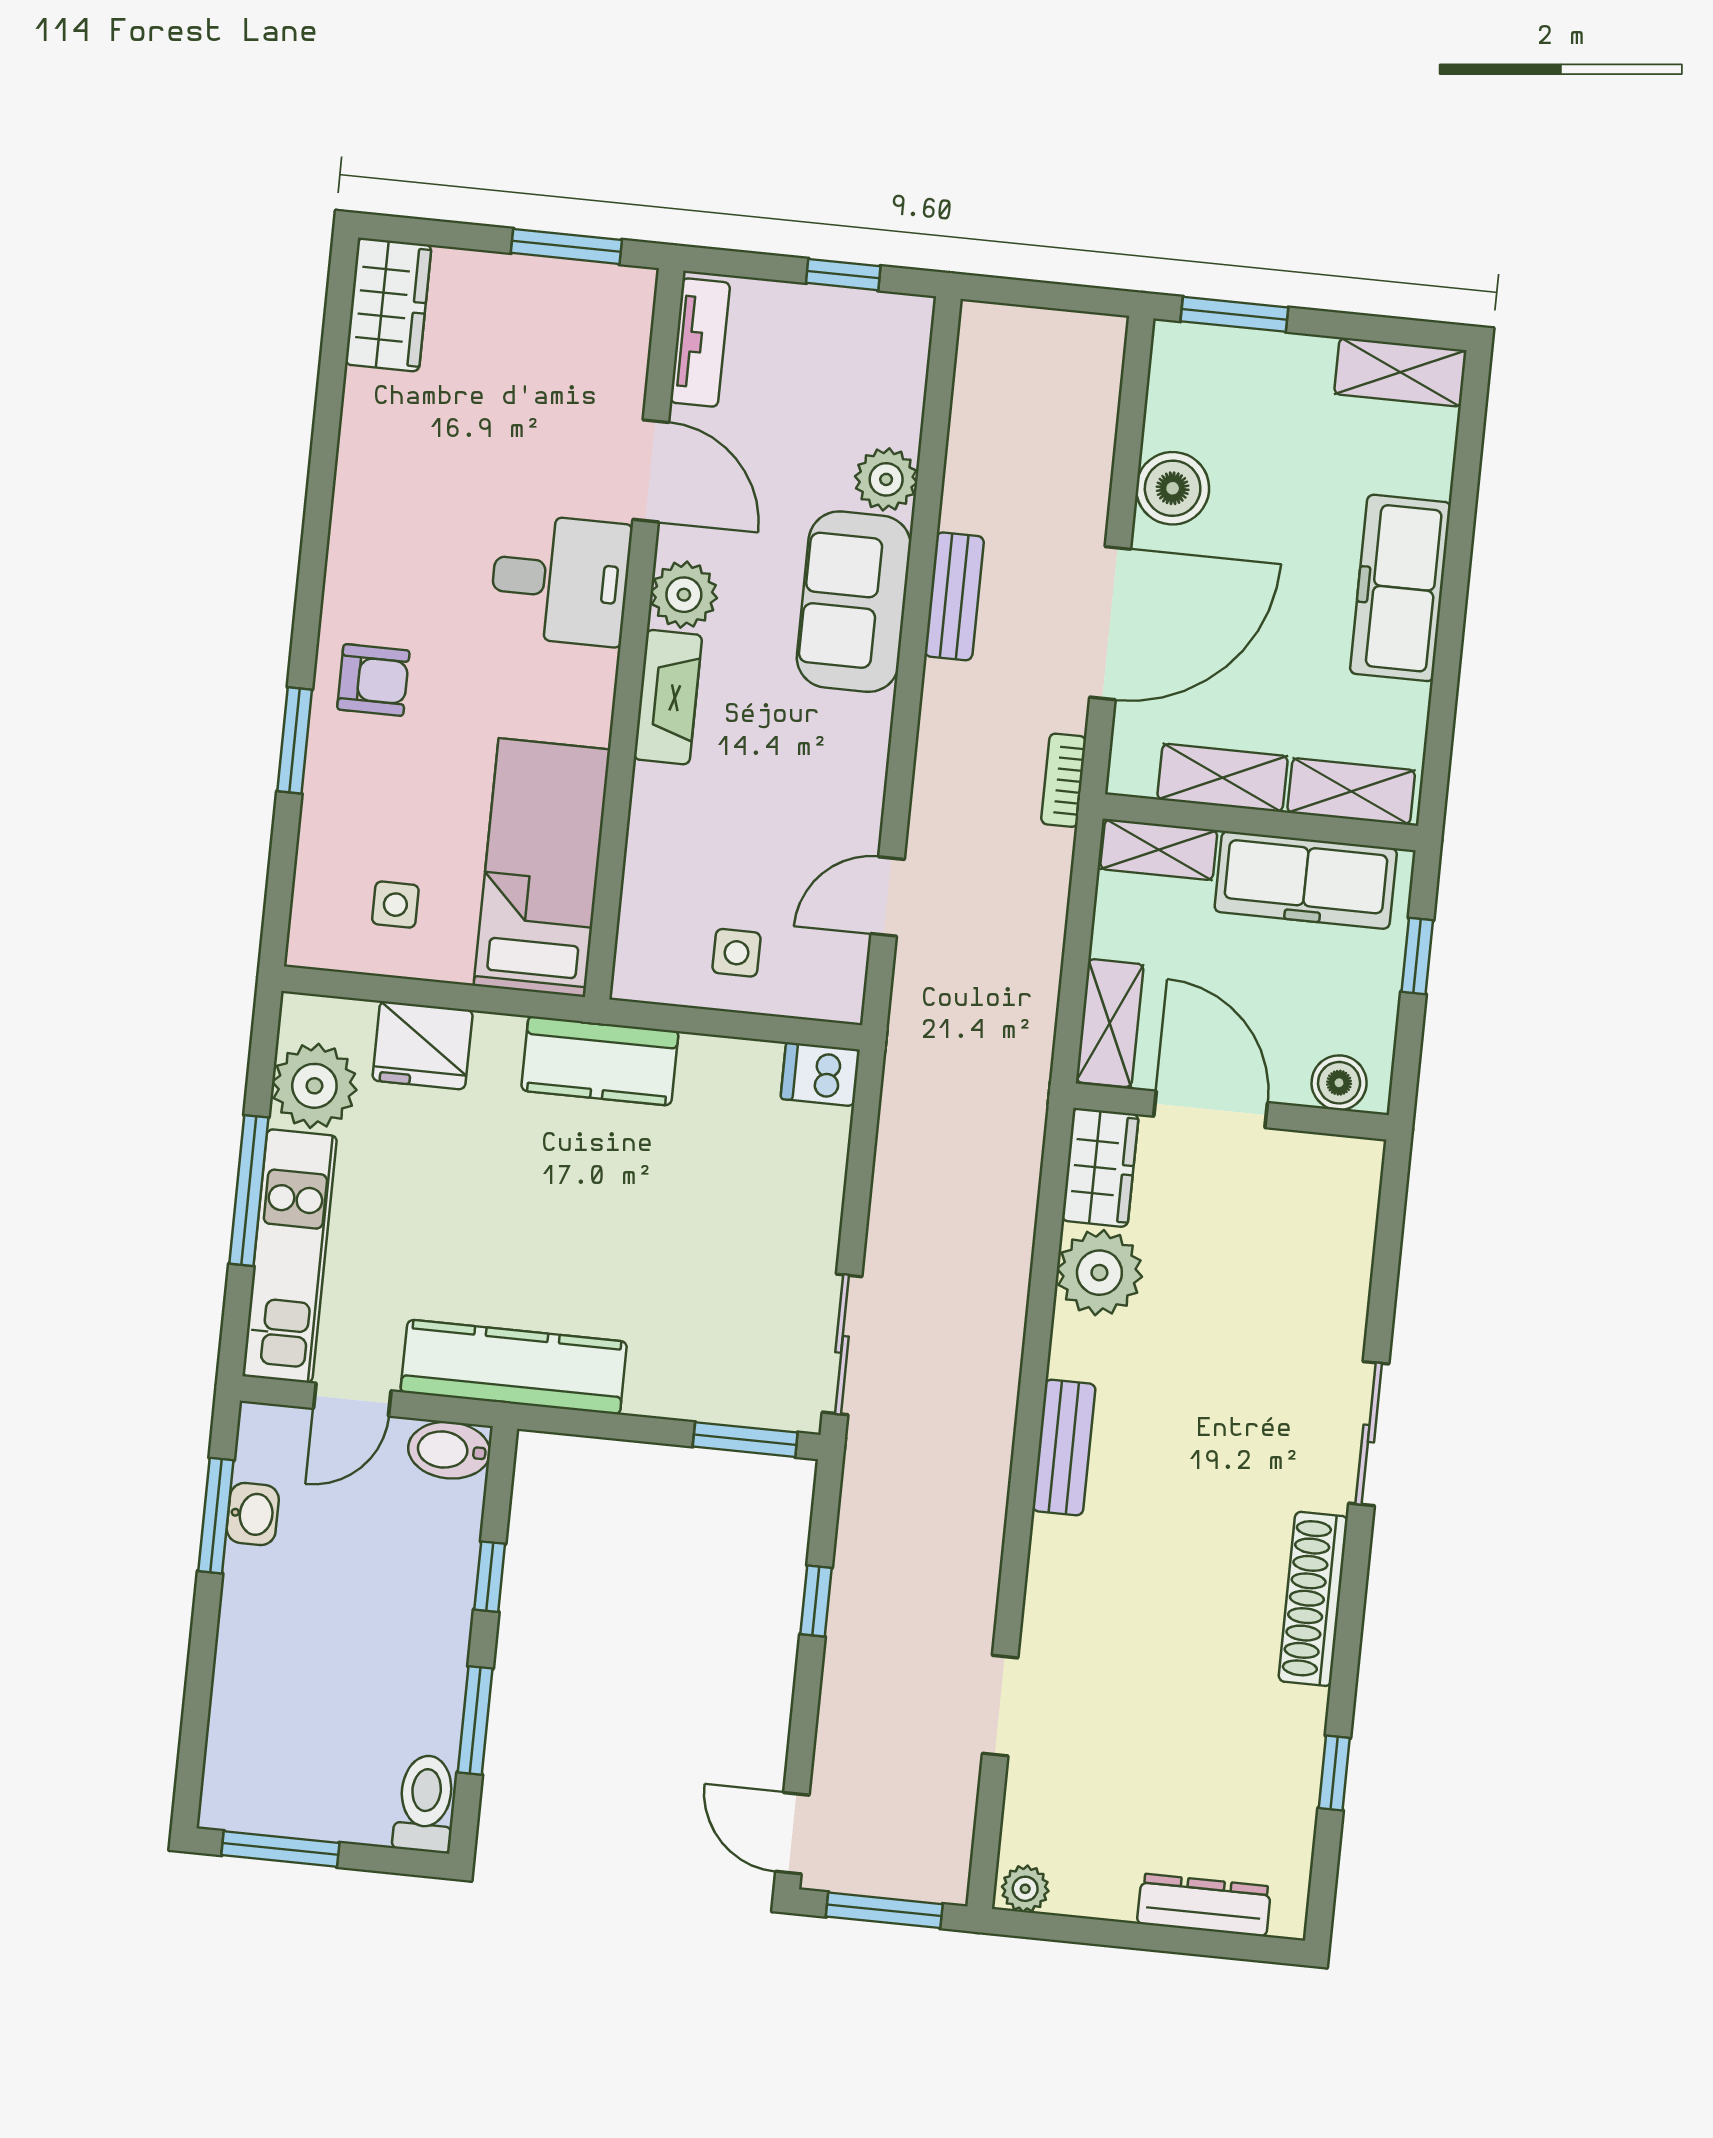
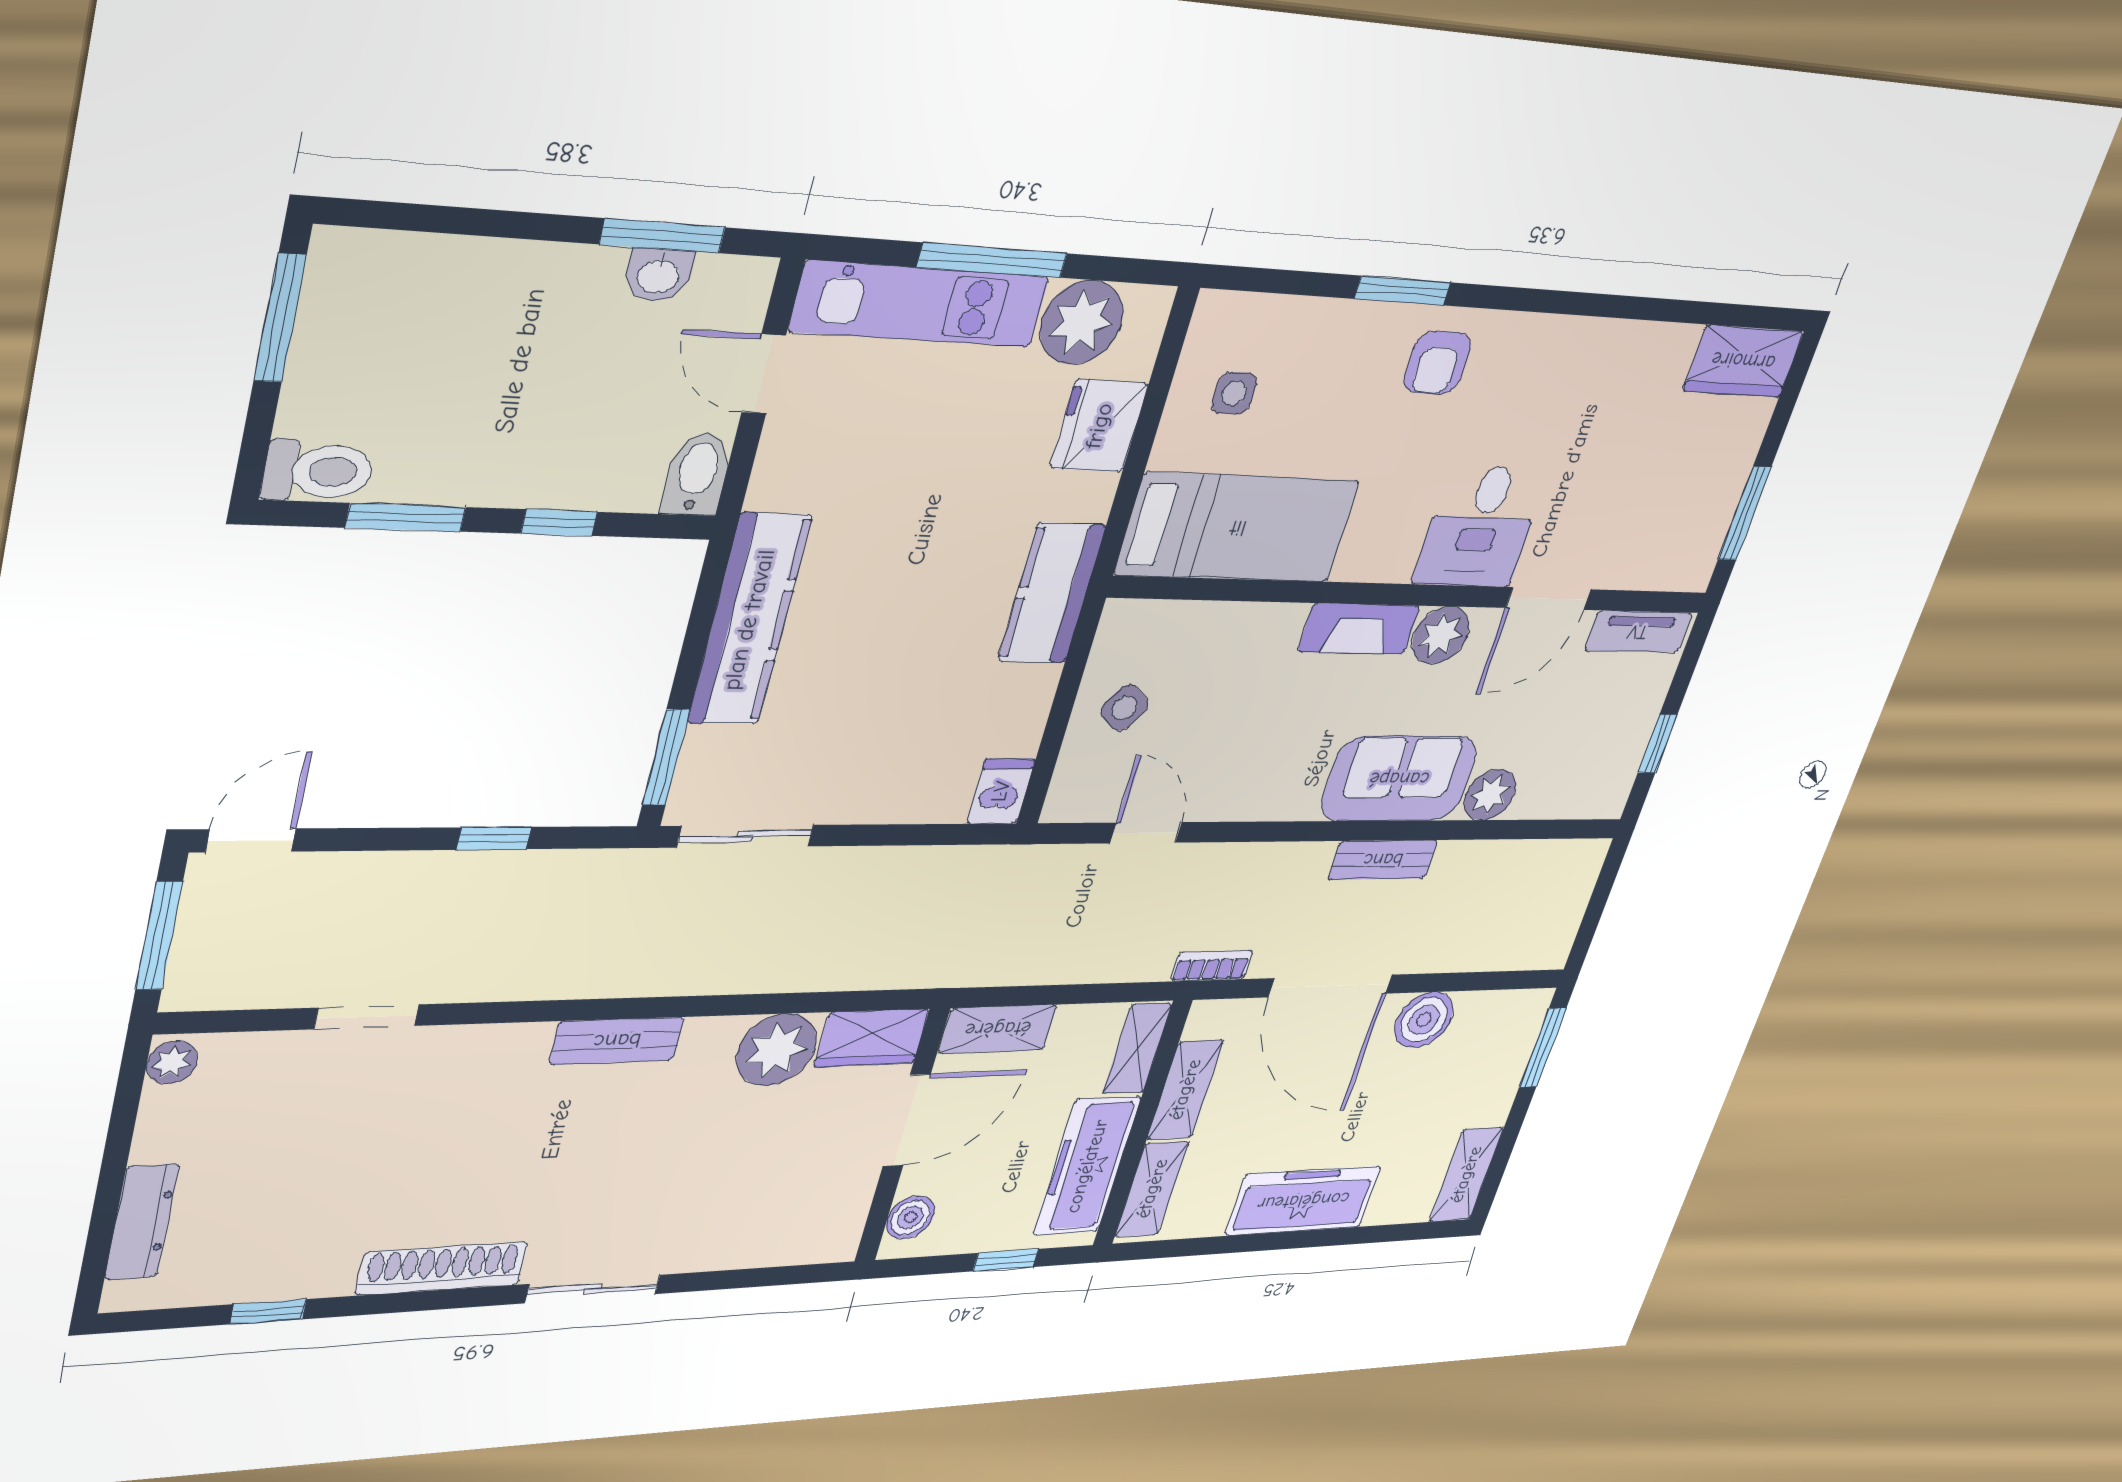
side table: (736, 953) -> (1124, 708), turned 38
kitchen counter: (514, 1367) -> (749, 620), moved

